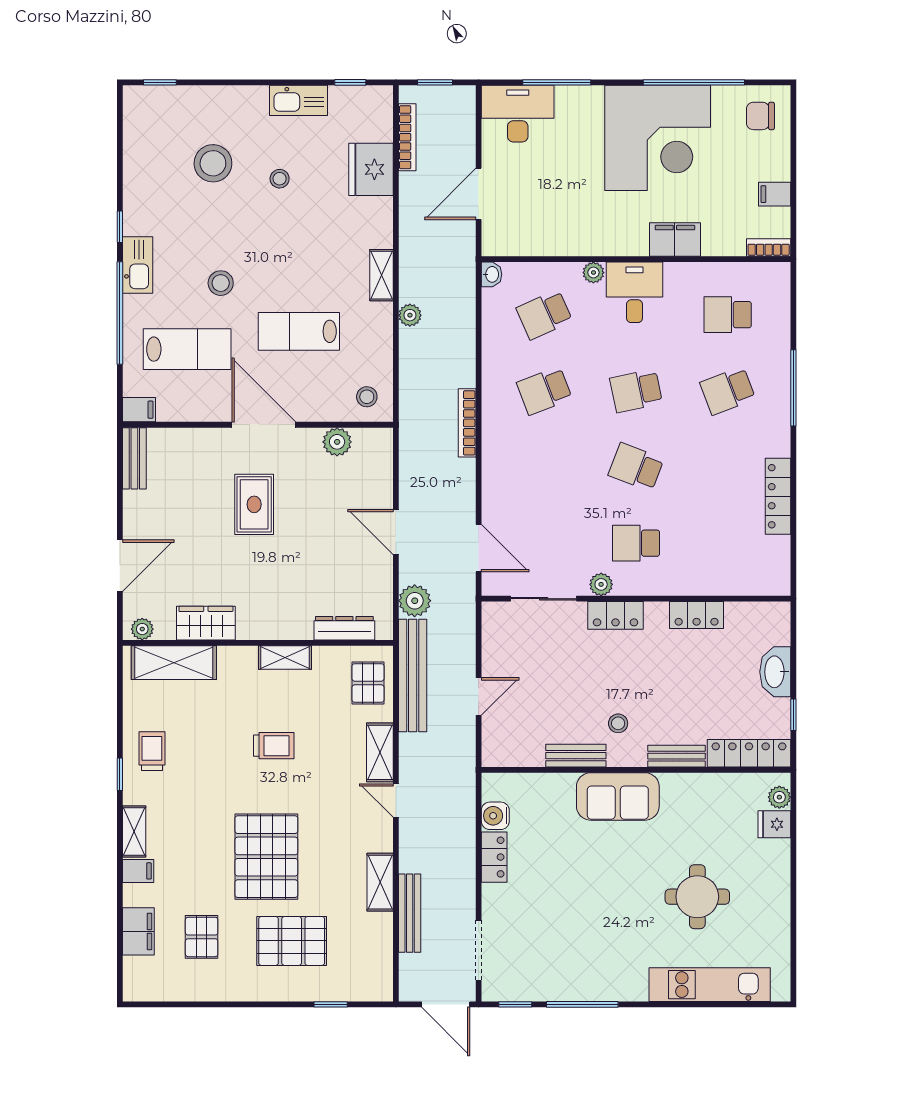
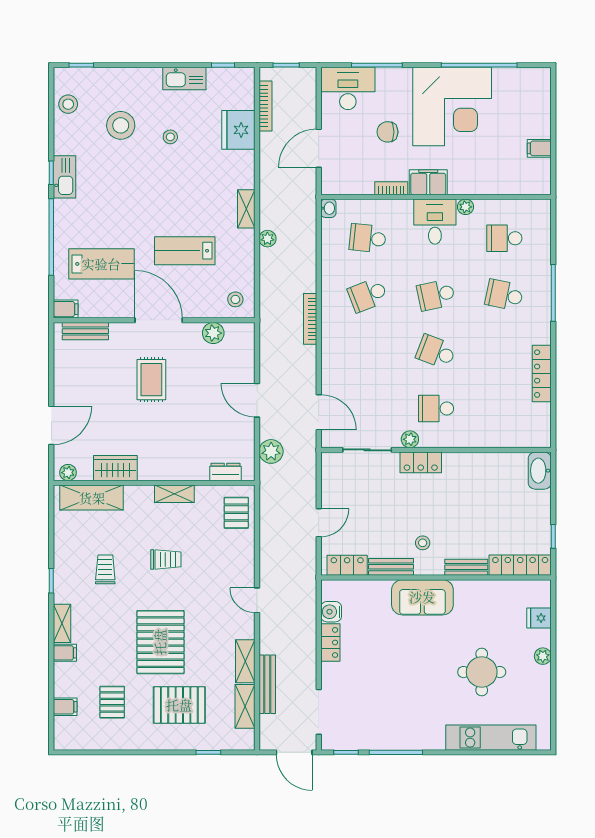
chair: (760, 116) -> (387, 132), moved
filing cabinet: (675, 239) -> (428, 182), moved
bookcase: (769, 248) -> (391, 188), moved
kitchen sink: (138, 265) -> (65, 177), moved
plant: (593, 273) -> (465, 207), moved
stool: (221, 283) -> (68, 104), moved
school desk: (544, 315) -> (368, 238), turned 30
school desk: (728, 391) -> (504, 295), turned 33
bench: (134, 458) -> (85, 331), moved, turned 90
locker: (697, 615) -> (347, 565), moved, turned 180
dresser: (344, 628) -> (225, 472), width x0.70
washbasin: (775, 672) -> (540, 471), moved
bench: (413, 675) -> (270, 507), removed
trolley: (152, 751) -> (105, 569), moved
shelving: (380, 752) -> (245, 706), moved
plant: (779, 797) -> (543, 656), moved
filing cabinet: (138, 931) -> (65, 707), width x0.50

